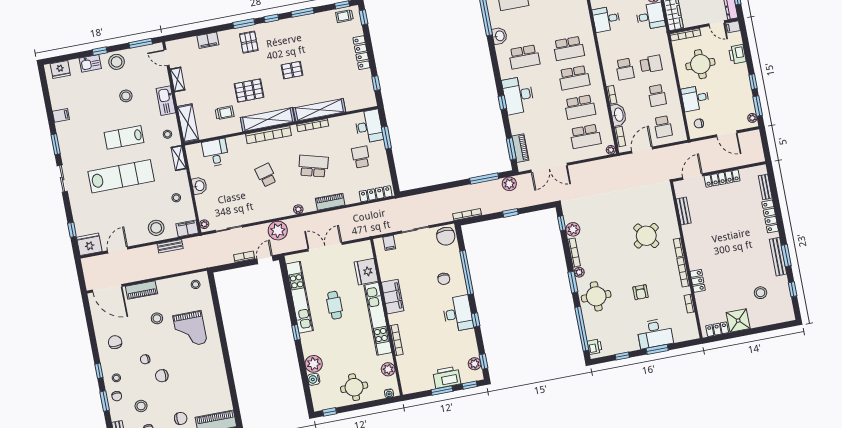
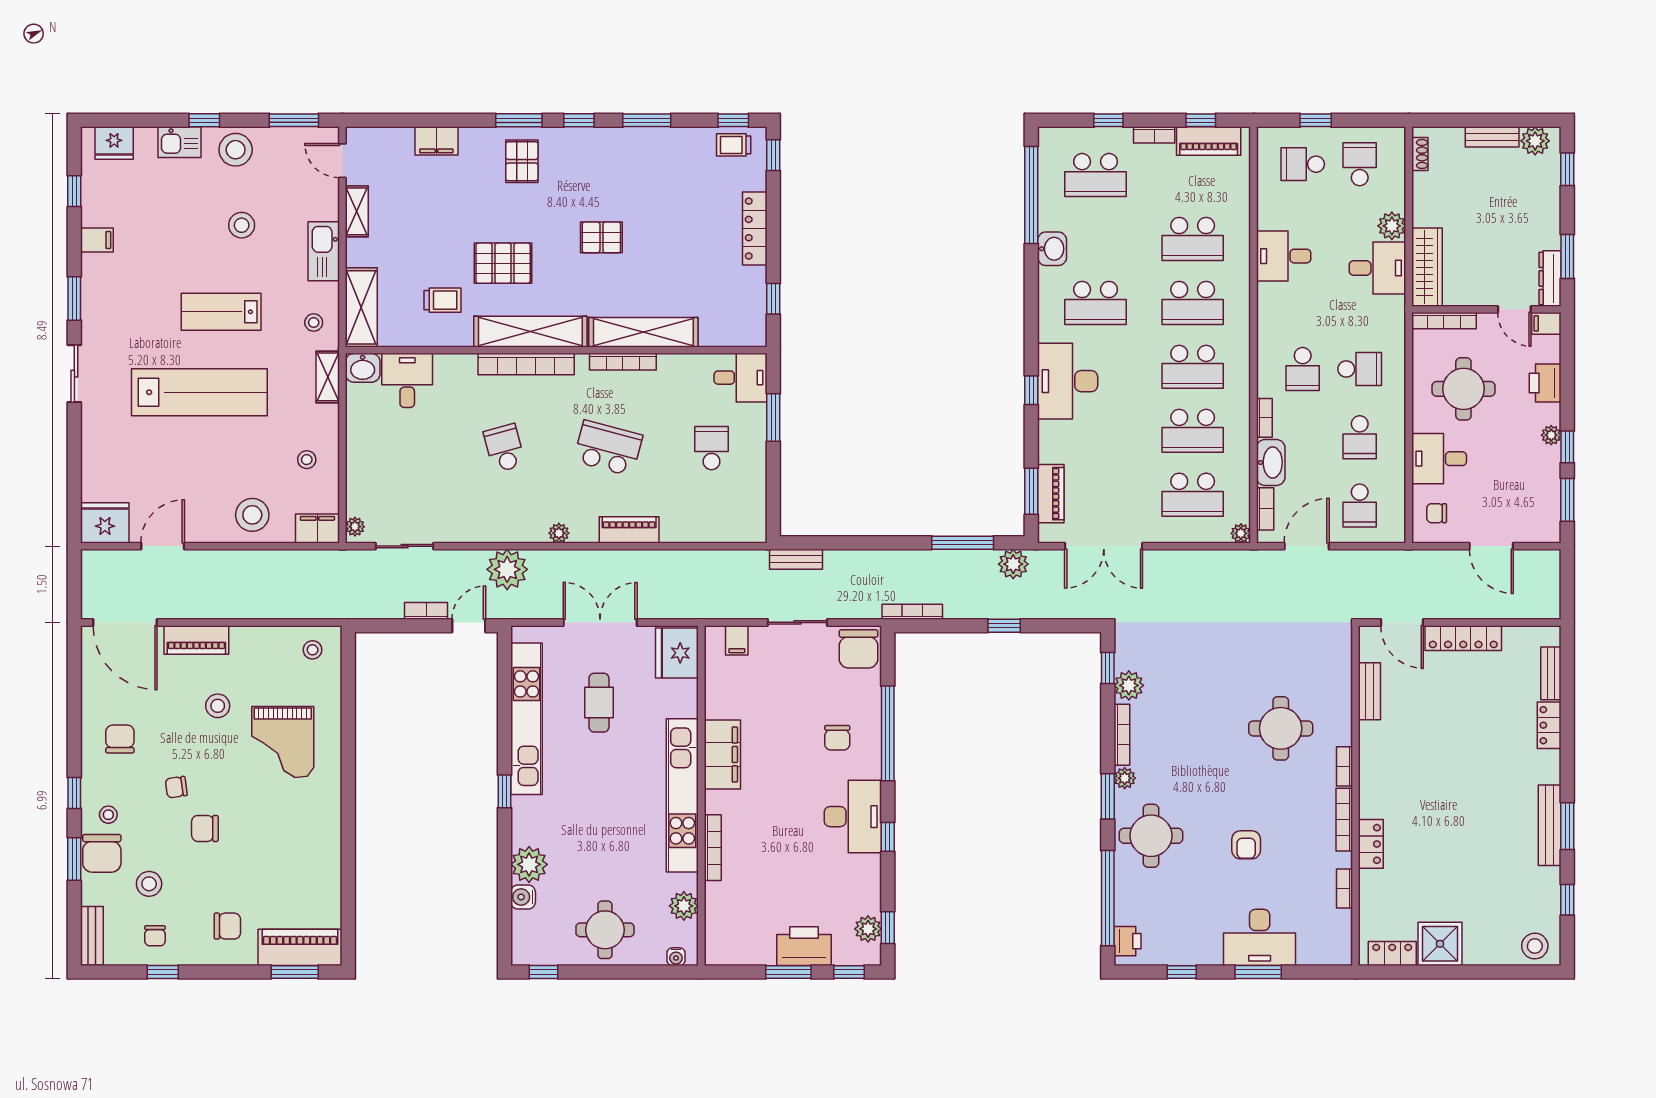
school desk: (563, 19) -> (1193, 239), added
plant: (752, 118) -> (1551, 435), moved
desk: (369, 126) -> (741, 378), width x0.73
door: (693, 177) -> (1402, 622), swing flipped
washbasin: (199, 186) -> (363, 368), moved, turned 90
locker: (376, 194) -> (728, 531), removed
locker: (770, 216) -> (1549, 725), width x0.66
window: (72, 230) -> (74, 191), moved
round table: (646, 236) -> (1281, 728), turned 36
bench: (170, 246) -> (796, 559), moved
fridge: (366, 272) -> (677, 653), moved
stool: (761, 293) -> (1535, 946), moved
cafe table: (335, 305) -> (599, 703), moved
chair: (117, 396) -> (102, 853), width x1.87, depth x1.87

